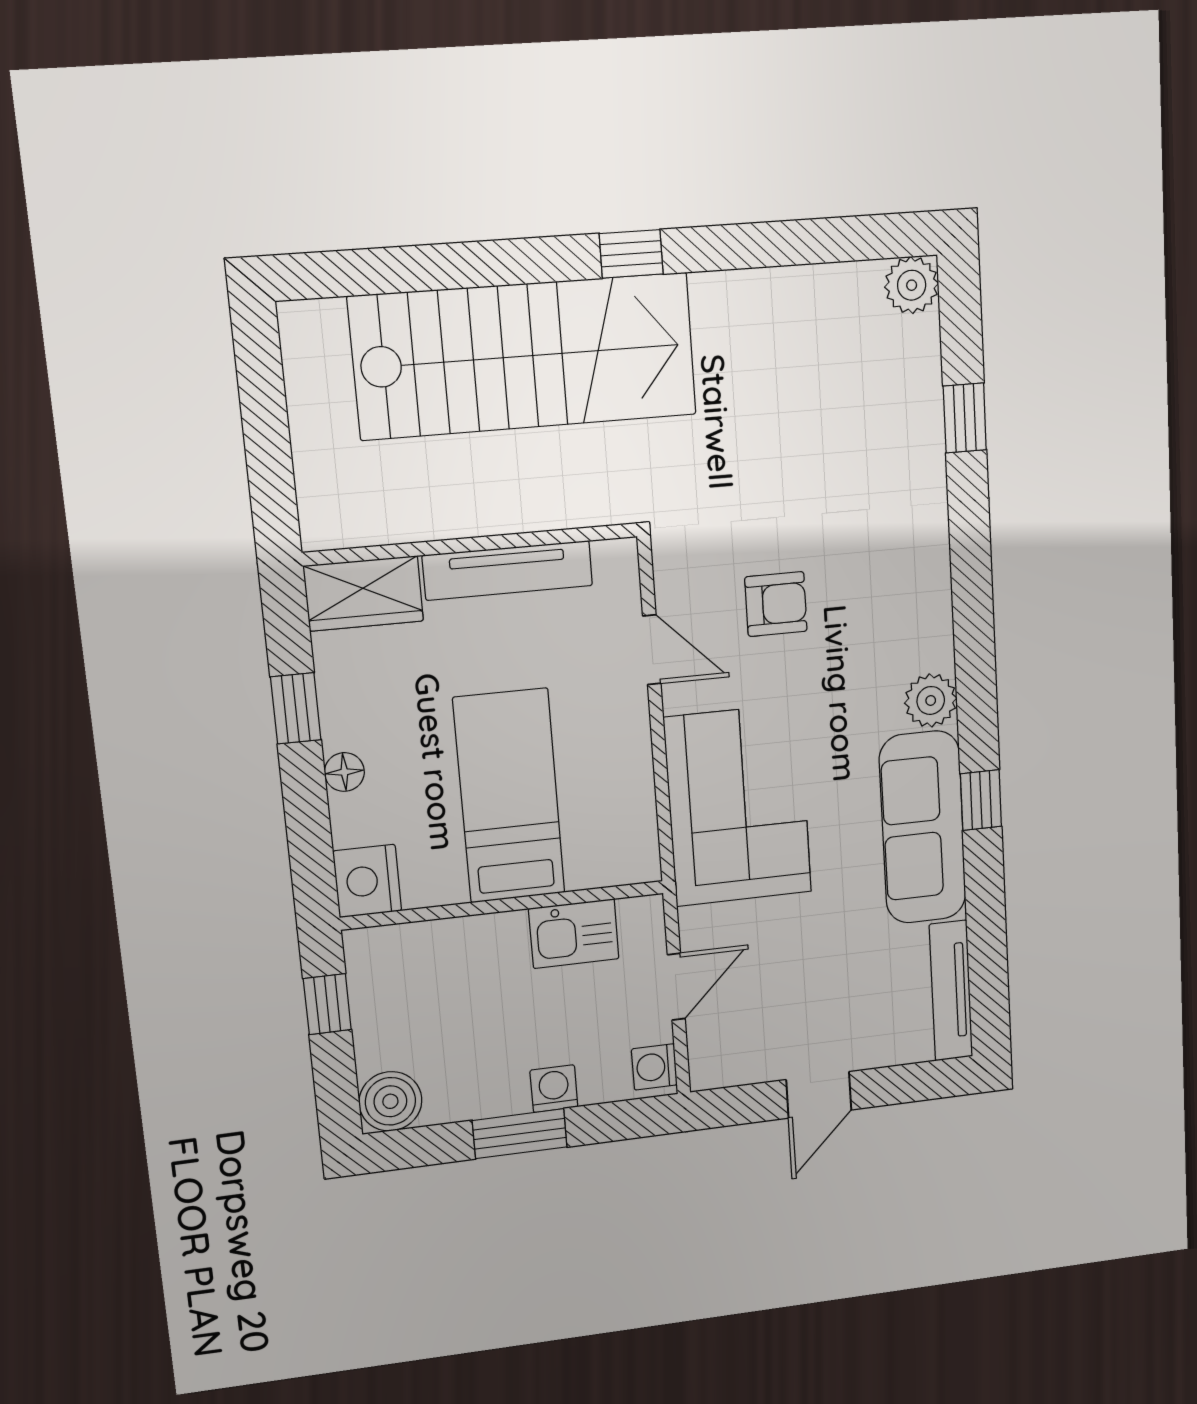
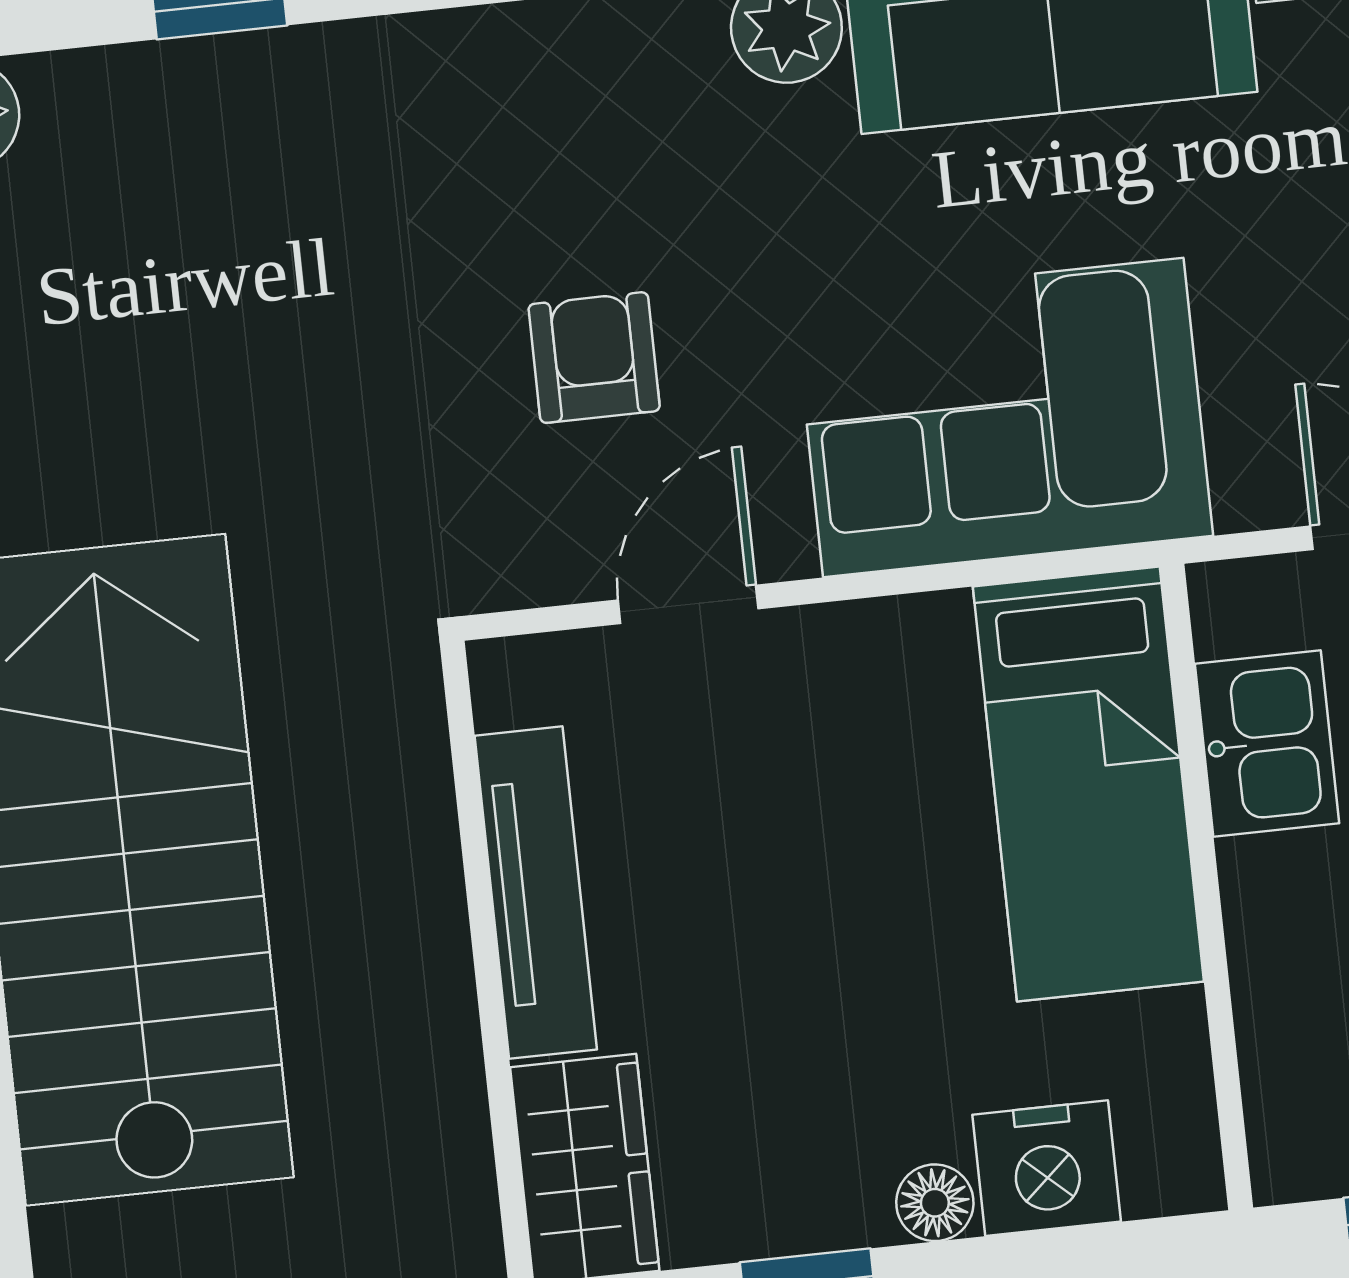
bed: (509, 796) -> (1088, 784), moved, turned -90
nightstand: (367, 881) -> (1047, 1168), moved

